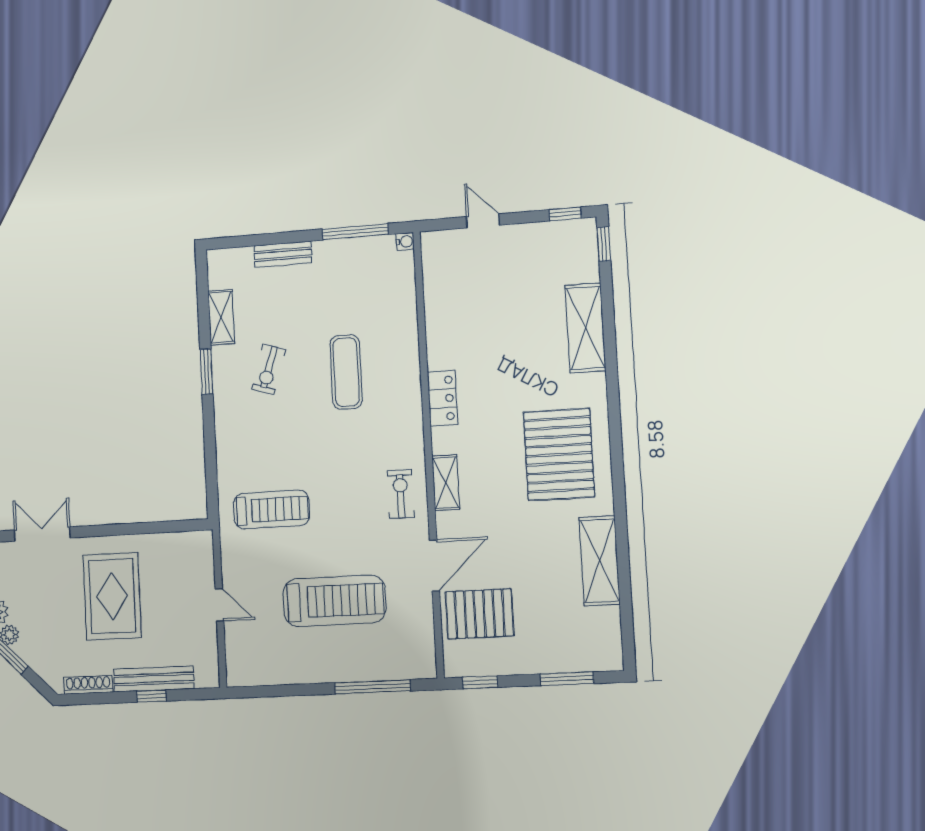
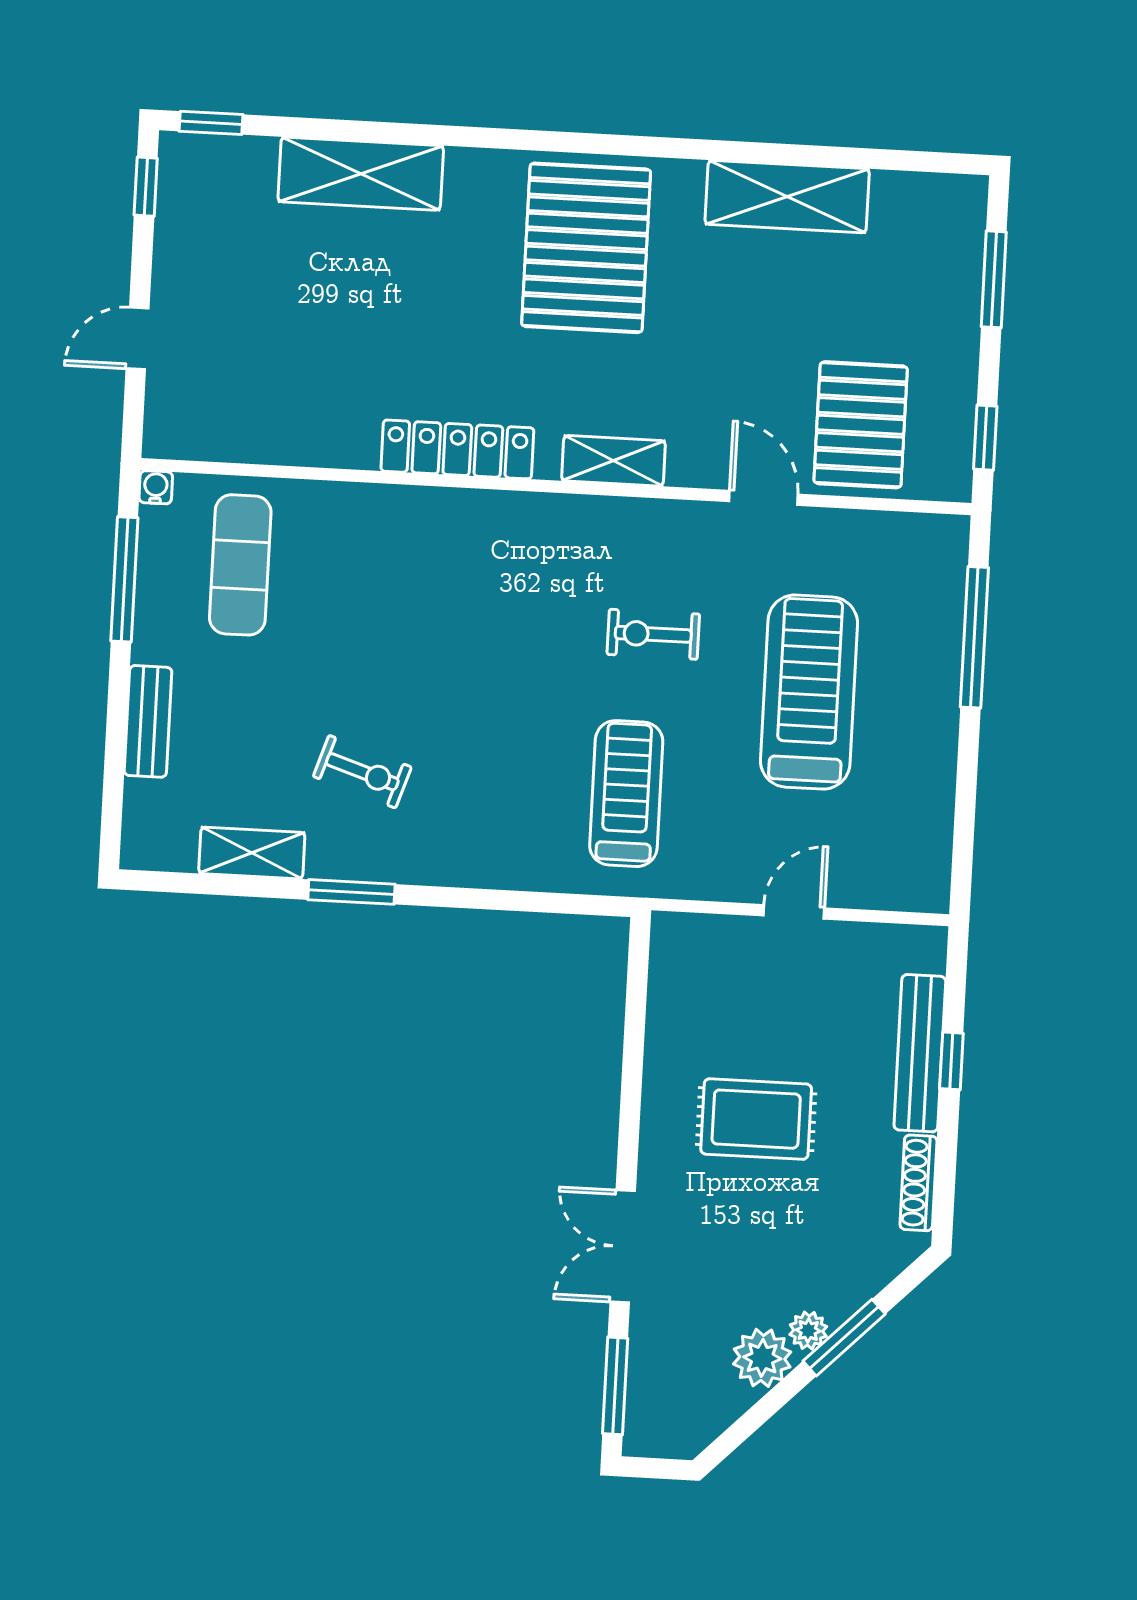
exercise mat: (346, 372) -> (240, 565), moved, turned 90
locker: (443, 398) -> (457, 449), width x1.53
pallet: (559, 455) -> (586, 248), turned 90
exercise bike: (401, 494) -> (653, 634), moved
door: (435, 565) -> (763, 498), width x0.73
rug: (112, 596) -> (756, 1119), width x0.73, depth x0.70

